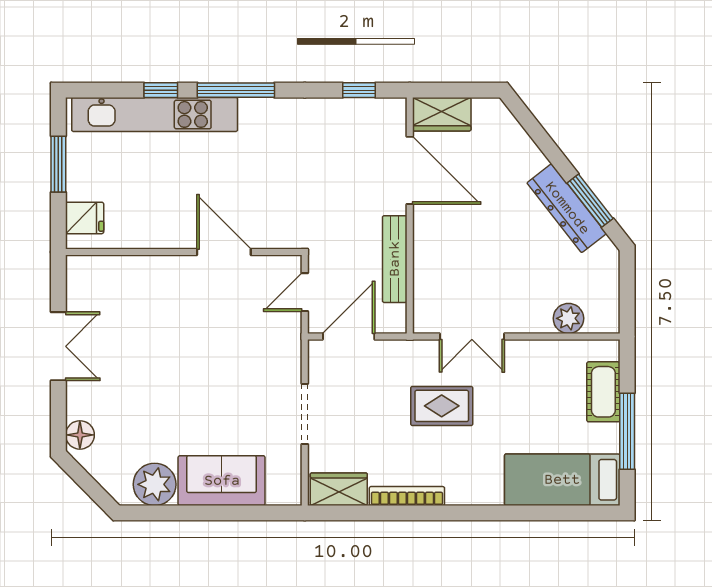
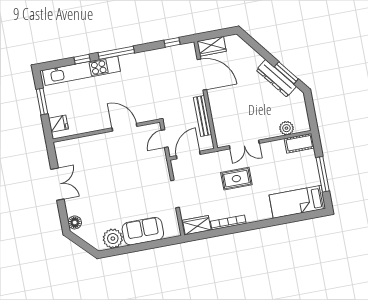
cot: (603, 392) -> (299, 143), moved, turned 90

